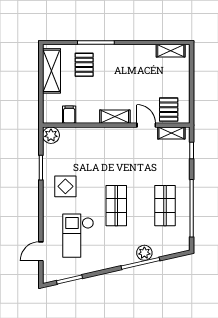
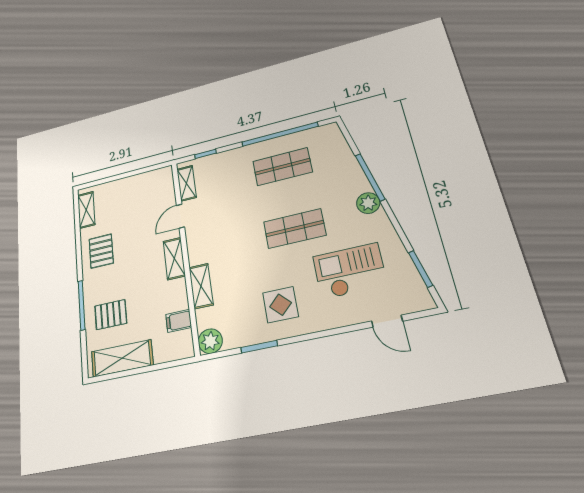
pallet: (169, 110) -> (101, 251), moved, turned 90
shelving: (90, 134) -> (201, 286), added
checkout: (78, 236) -> (350, 271), turned 180
plant: (144, 253) -> (368, 203), moved

